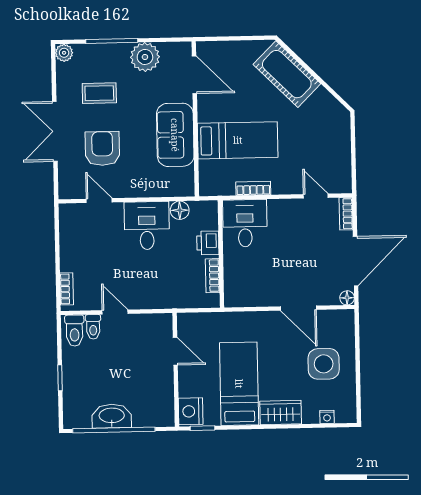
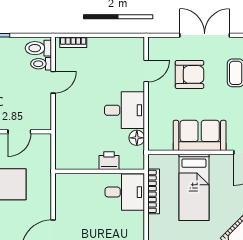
bookcase: (253, 188) -> (154, 191), width x1.56
bookcase: (212, 276) -> (82, 164), removed

